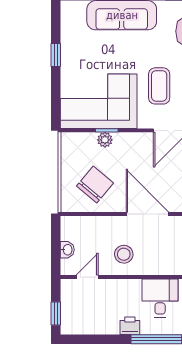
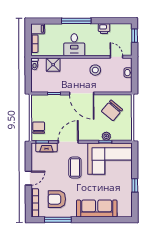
door: (87, 277) -> (116, 57), swing flipped
printer: (130, 326) -> (104, 29), moved

